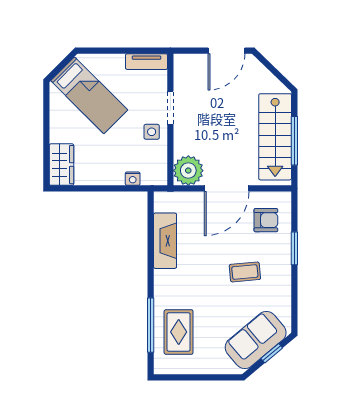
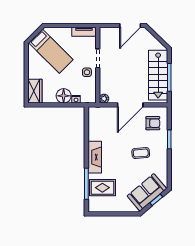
plant: (188, 171) -> (104, 99), width x0.53, depth x0.53
floor lamp: (111, 173) -> (64, 96), added
fireplace: (165, 241) -> (95, 157), moved
rug: (179, 332) -> (102, 188), turned 90

